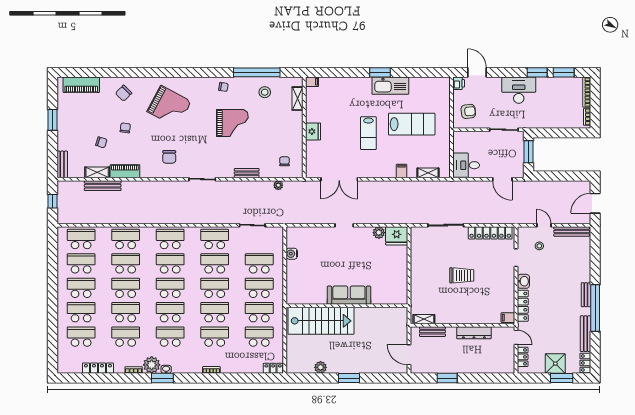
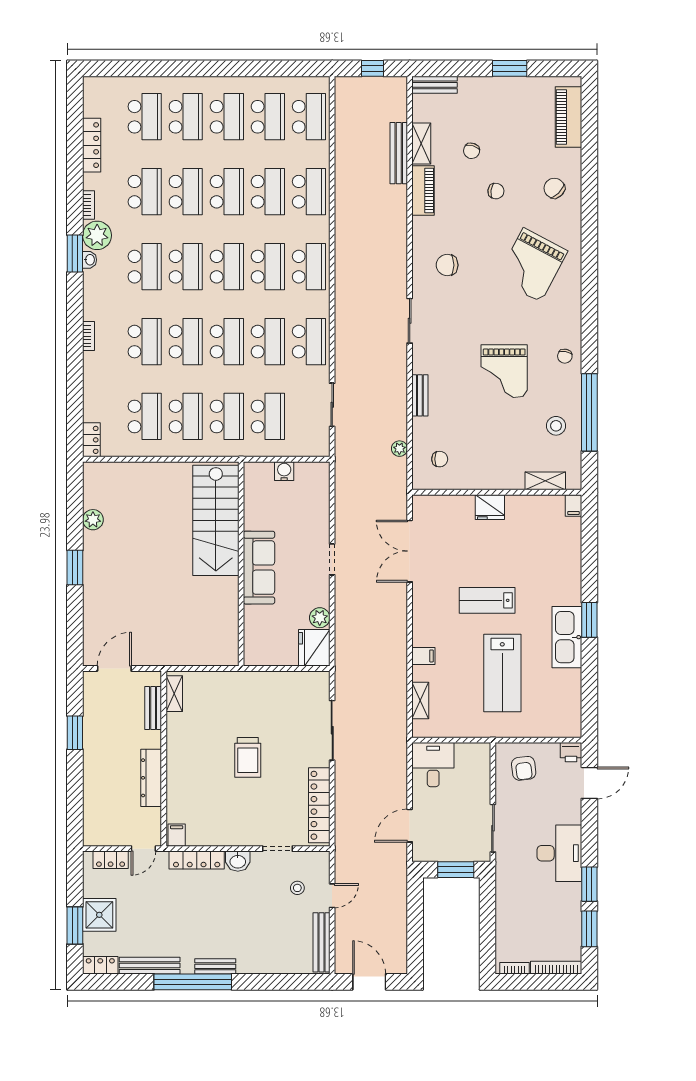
sofa: (349, 295) -> (259, 568), moved
wall: (347, 306) -> (241, 564), moved
stairs: (321, 321) -> (216, 520), moved

